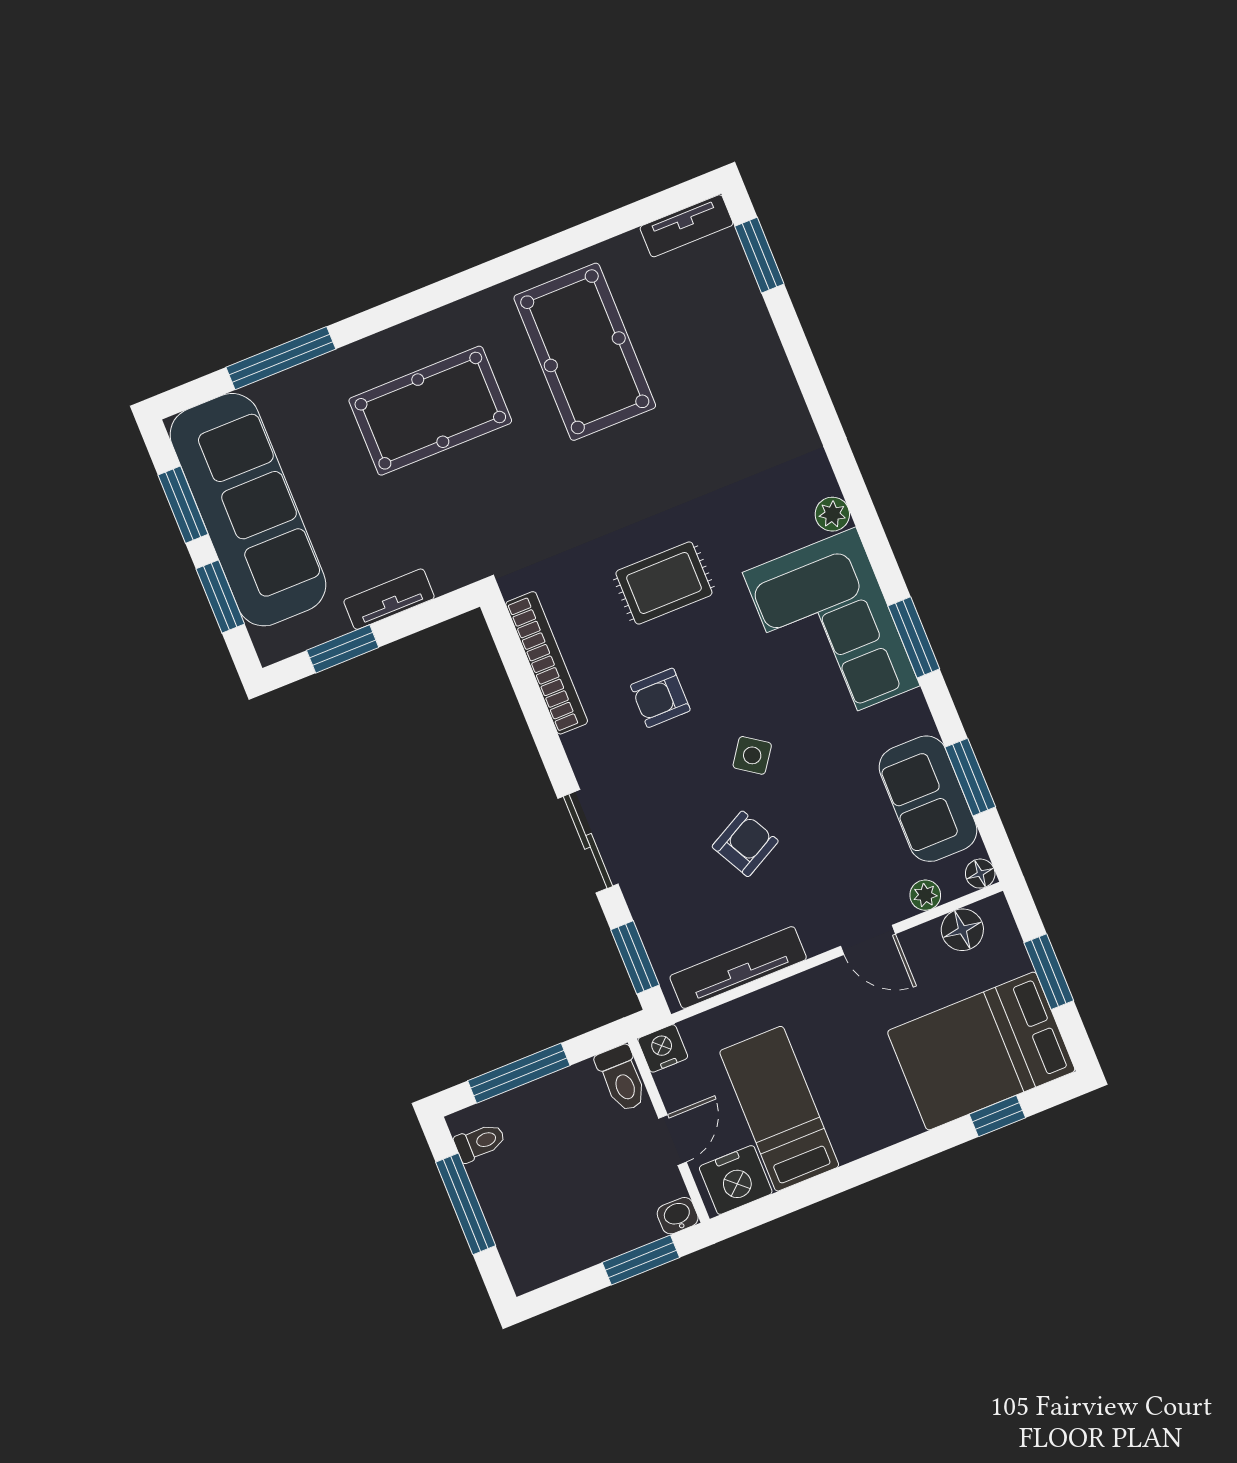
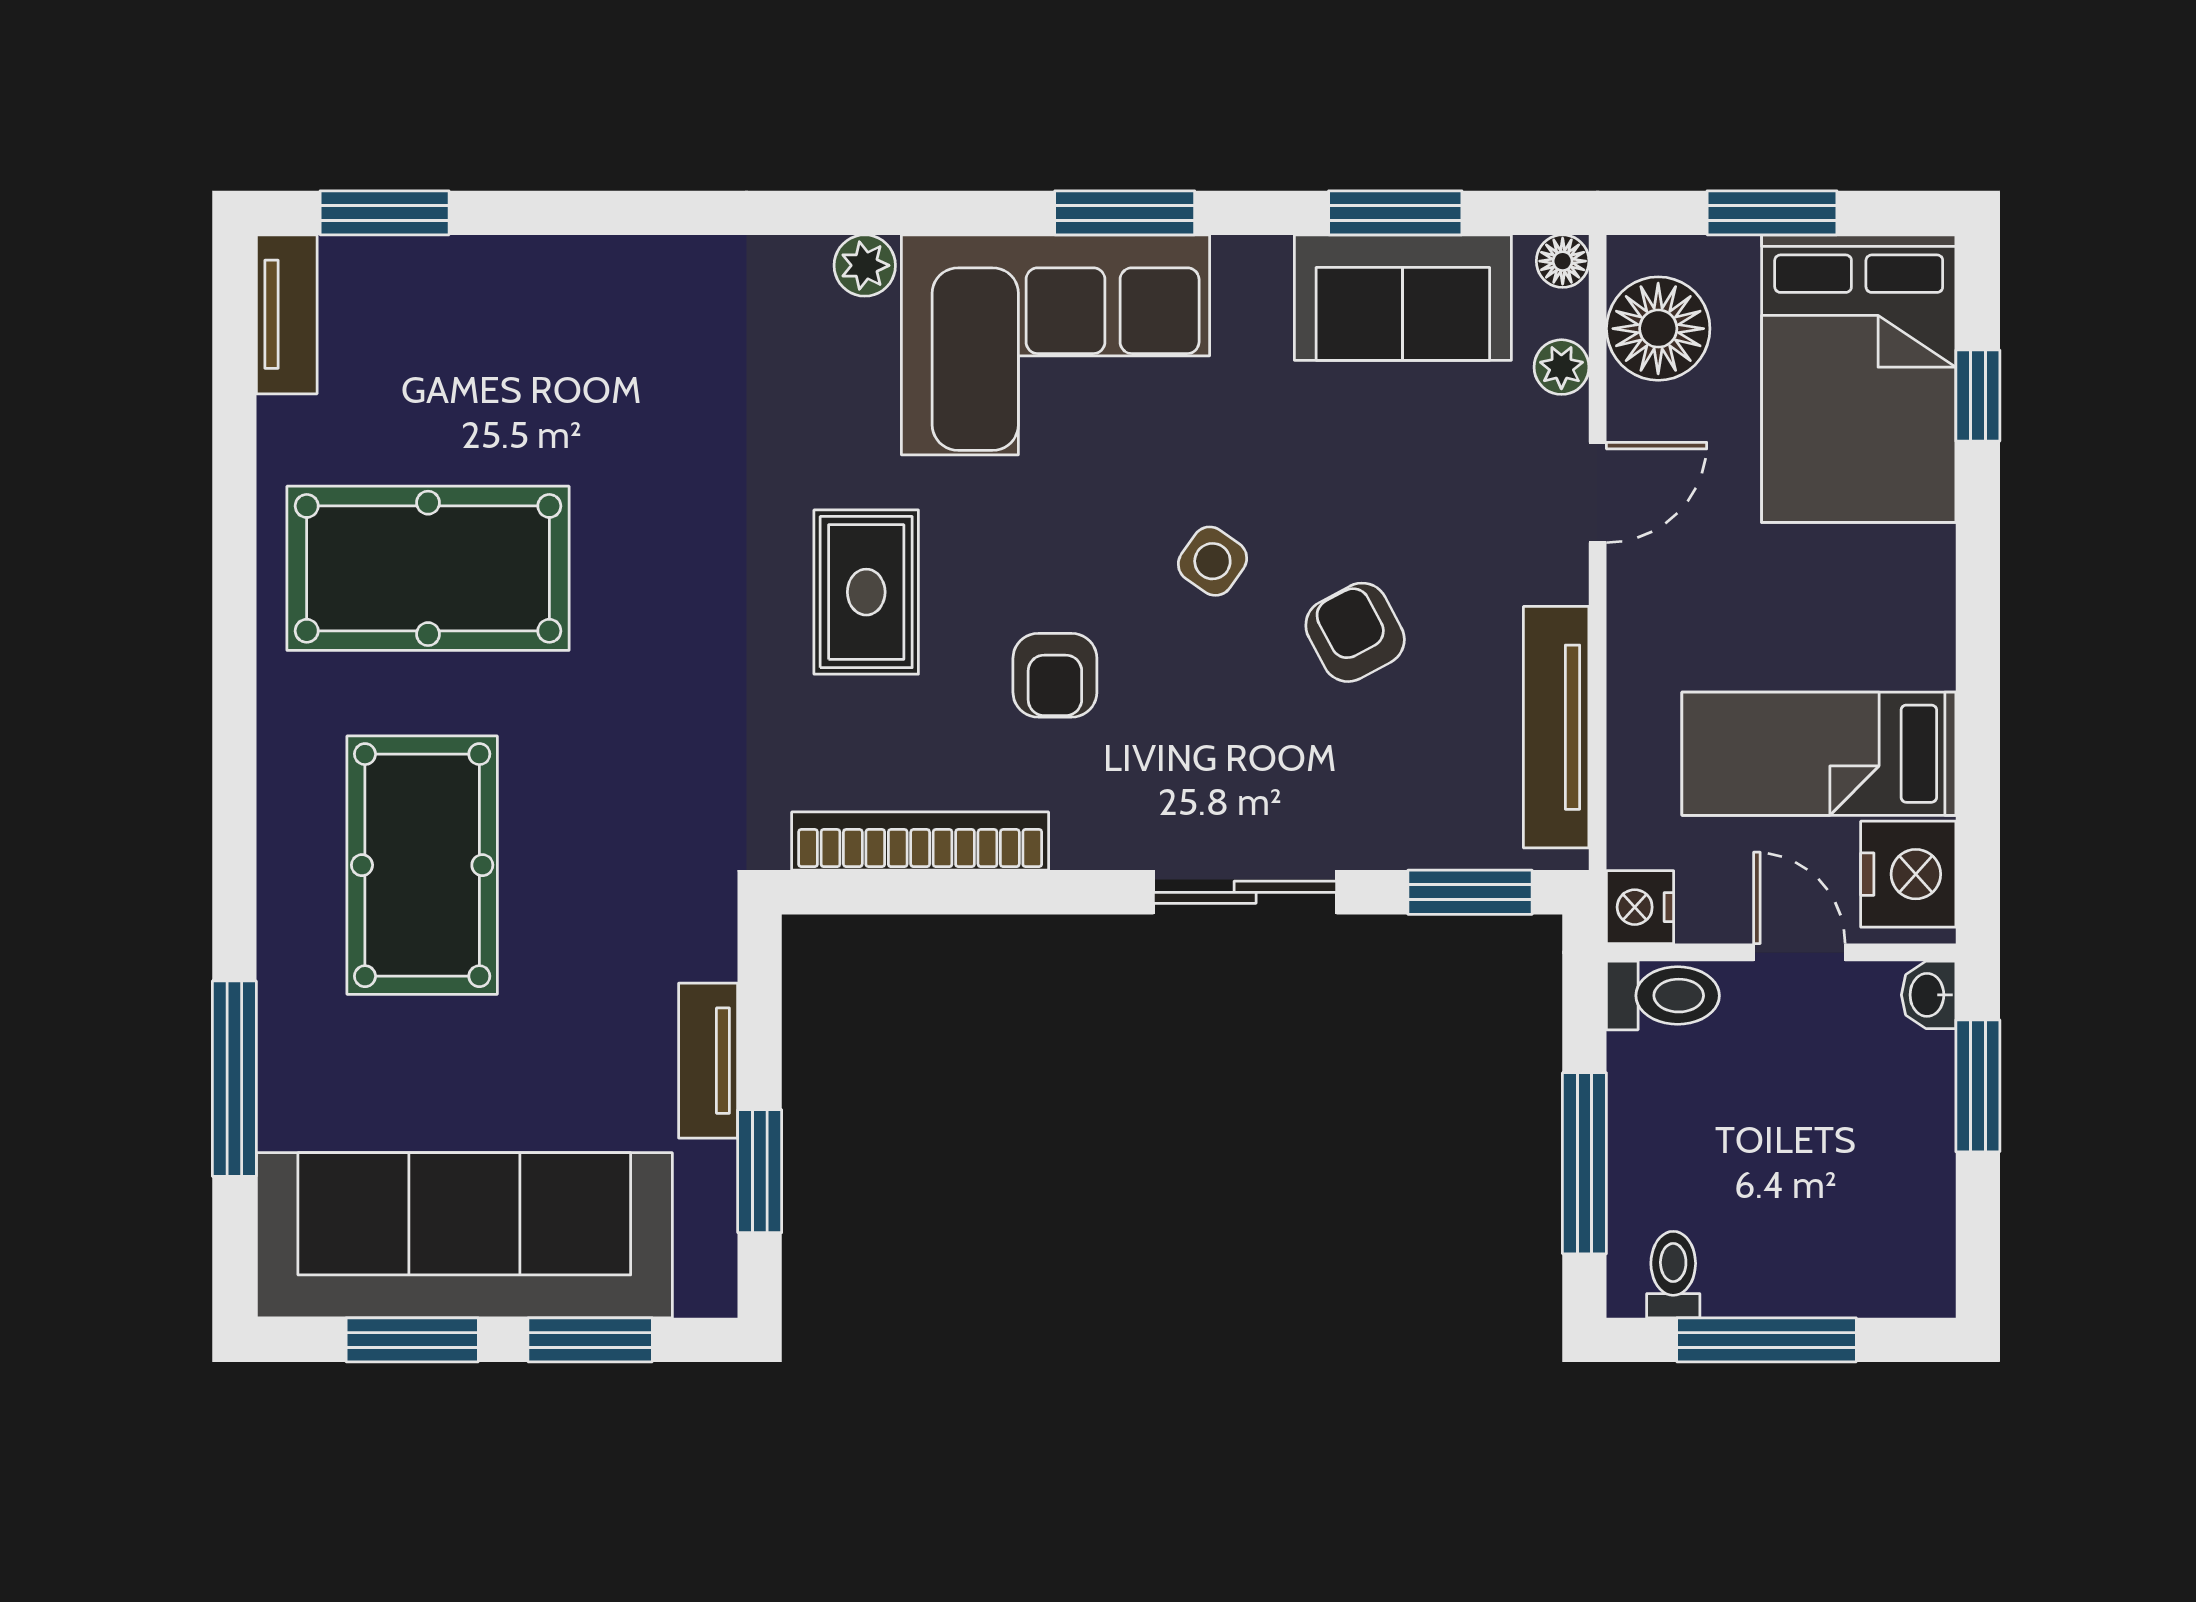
floor lamp: (962, 930) -> (1658, 329), width x1.38, depth x1.38

